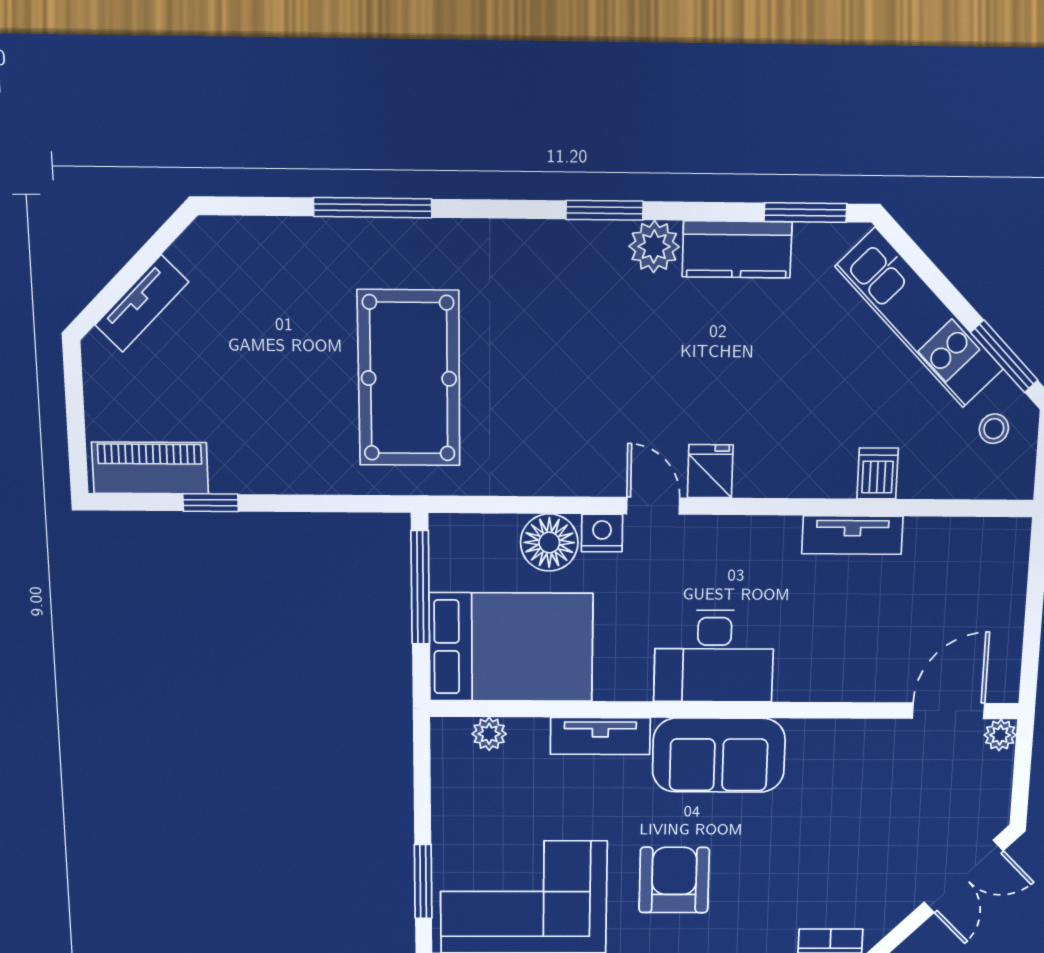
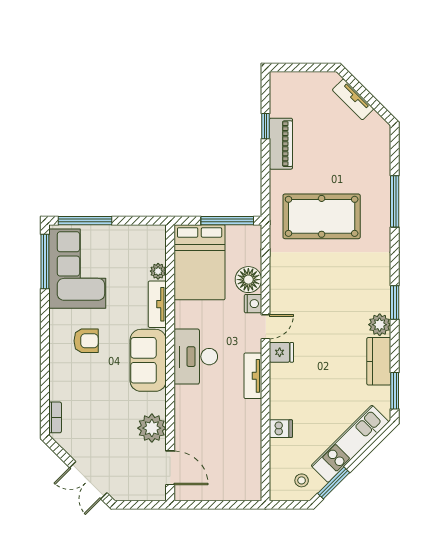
piano: (150, 468) -> (281, 144), moved
tv unit: (852, 535) -> (253, 376), moved
plant: (489, 734) -> (158, 271), moved
plant: (1000, 735) -> (152, 428), moved, width x1.88, depth x1.88
armchair: (674, 880) -> (86, 341), width x0.72, depth x0.72
window: (423, 882) -> (85, 221), width x1.44

